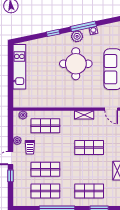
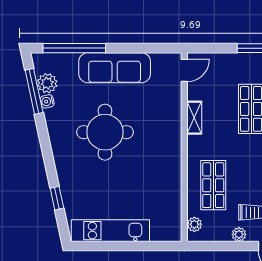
window: (83, 26) -> (34, 91), moved
window: (53, 33) -> (57, 198), moved
plant: (77, 36) -> (47, 83), moved

